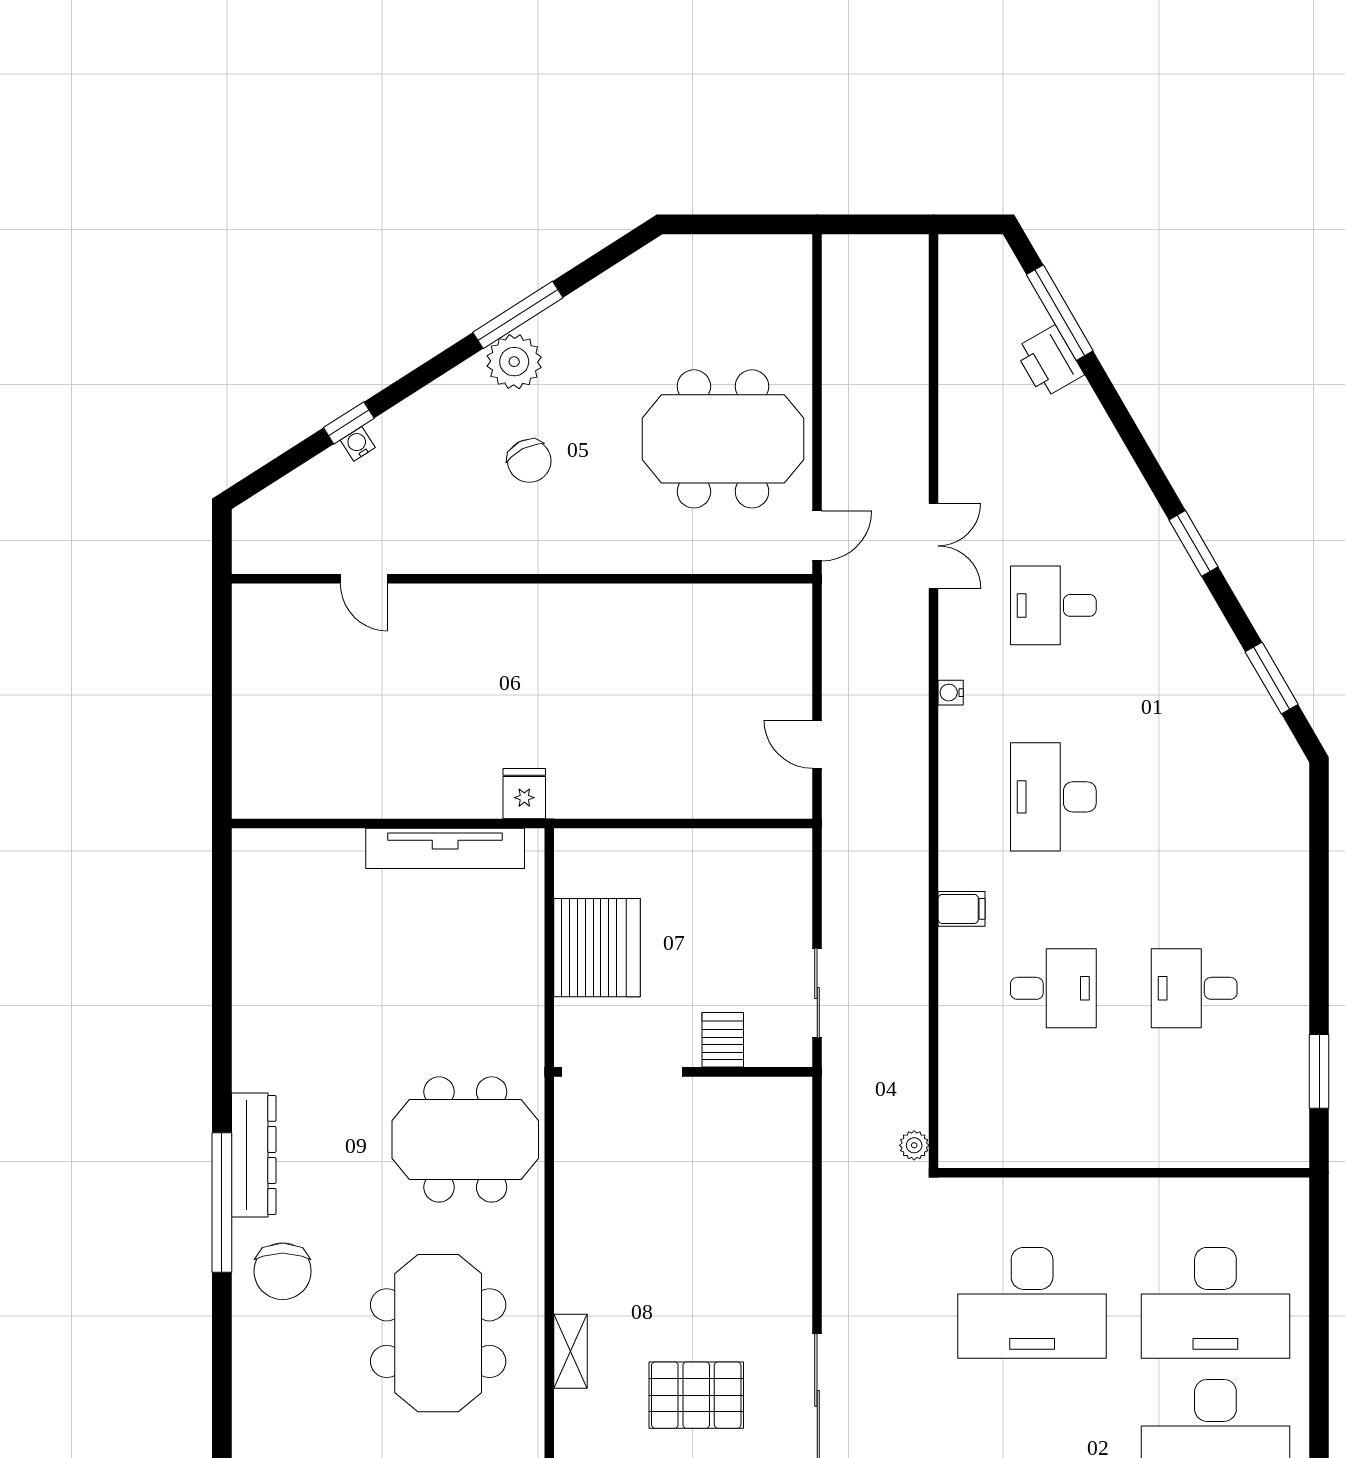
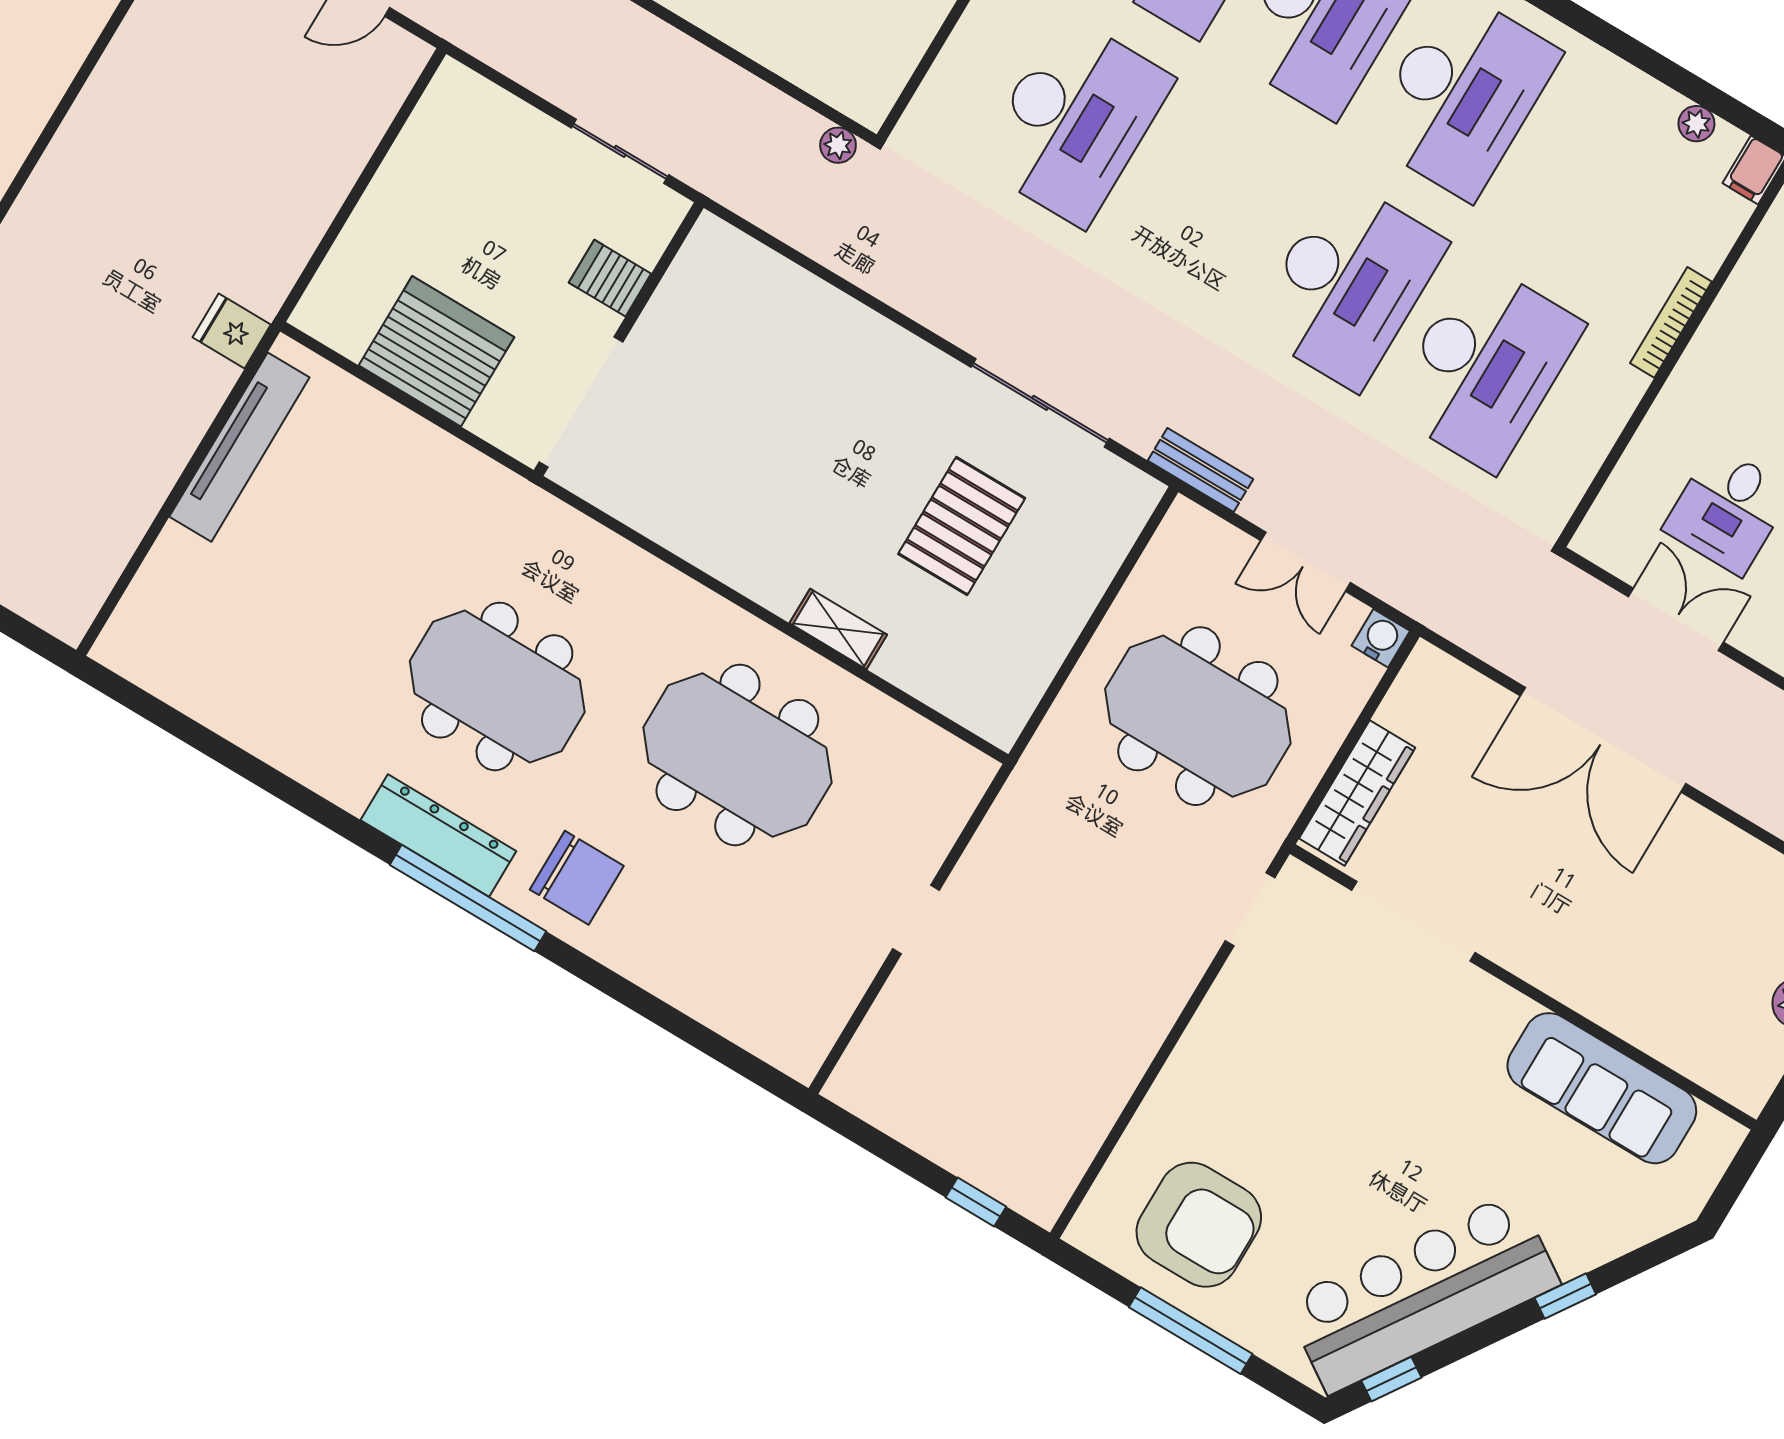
meeting table: (465, 1139) -> (497, 686), moved, turned 90

